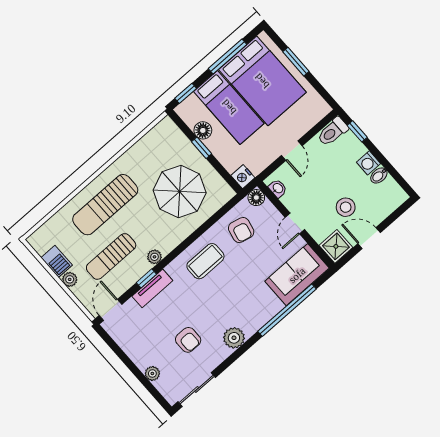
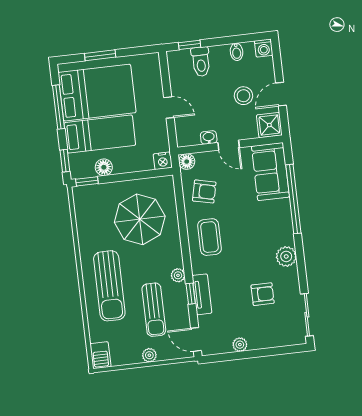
toilet: (333, 132) -> (201, 62), moved
window: (202, 148) -> (87, 181), moved
washing machine: (369, 163) -> (264, 48), moved
washbasin: (278, 188) -> (209, 137), moved
barbecue: (57, 261) -> (100, 355), moved, turned 90
plant: (152, 373) -> (240, 345), moved

